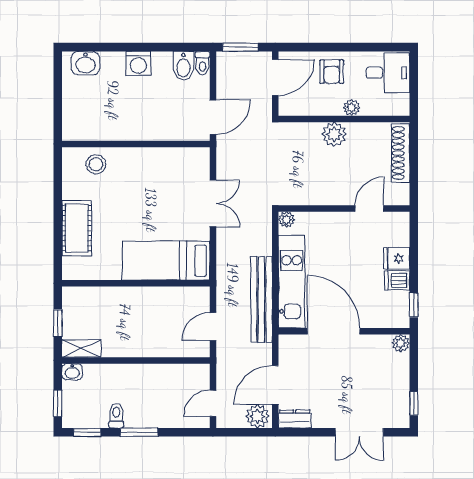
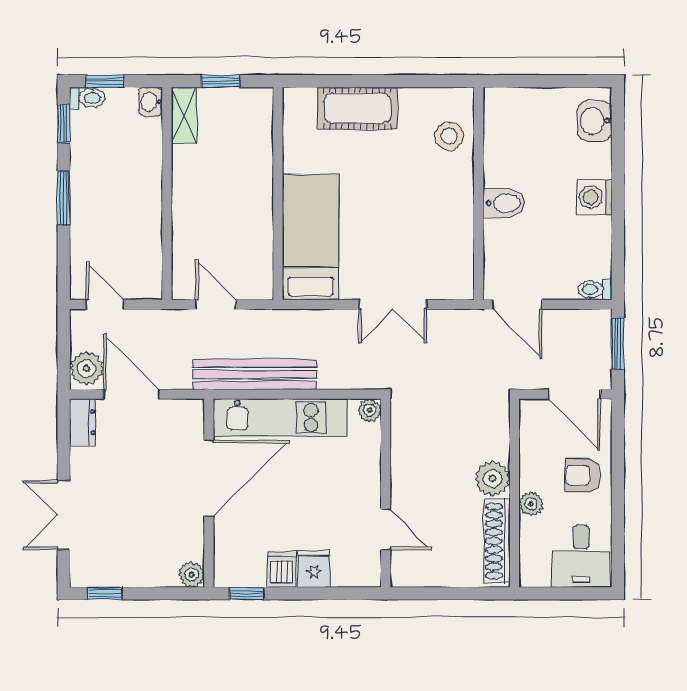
bidet: (184, 66) -> (504, 203), moved, turned 180
shoe rack: (401, 153) -> (497, 541), moved, turned -90
toilet: (116, 416) -> (87, 98), moved

